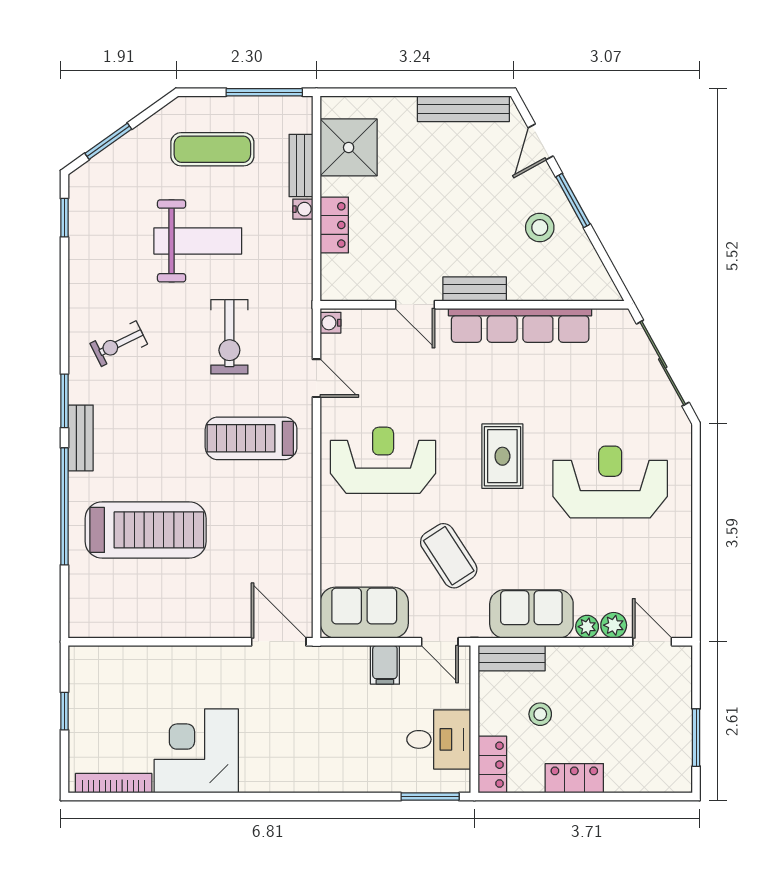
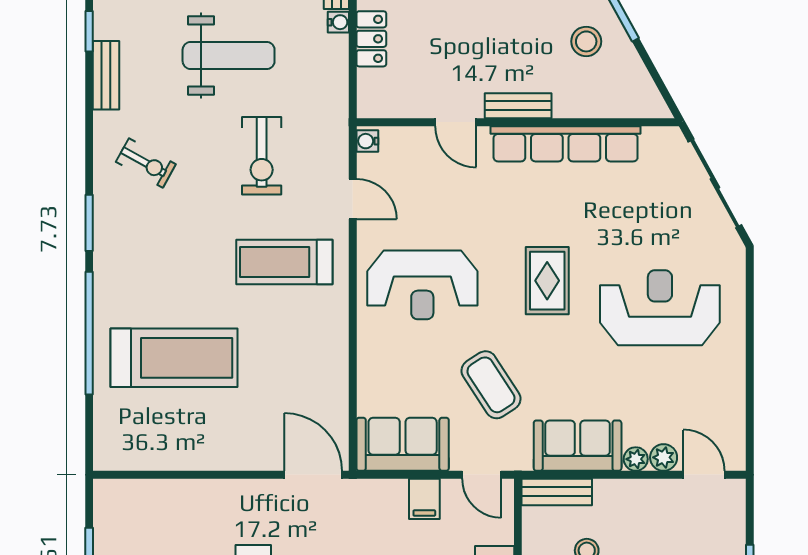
exercise bike: (119, 344) -> (146, 163), turned -125
bench: (81, 438) -> (106, 75), moved
reception desk: (383, 460) -> (422, 285), turned 180

